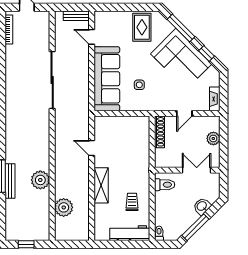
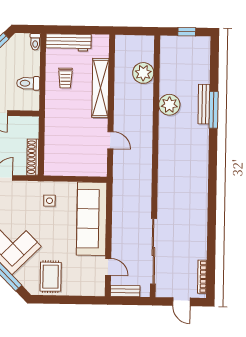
sliding door: (52, 80) -> (153, 251), moved
side table: (139, 85) -> (49, 201), moved
shelving: (101, 185) -> (100, 88), width x1.47
toilet: (165, 185) -> (28, 83), moved

